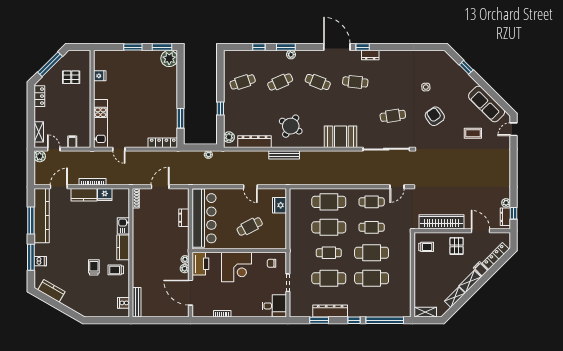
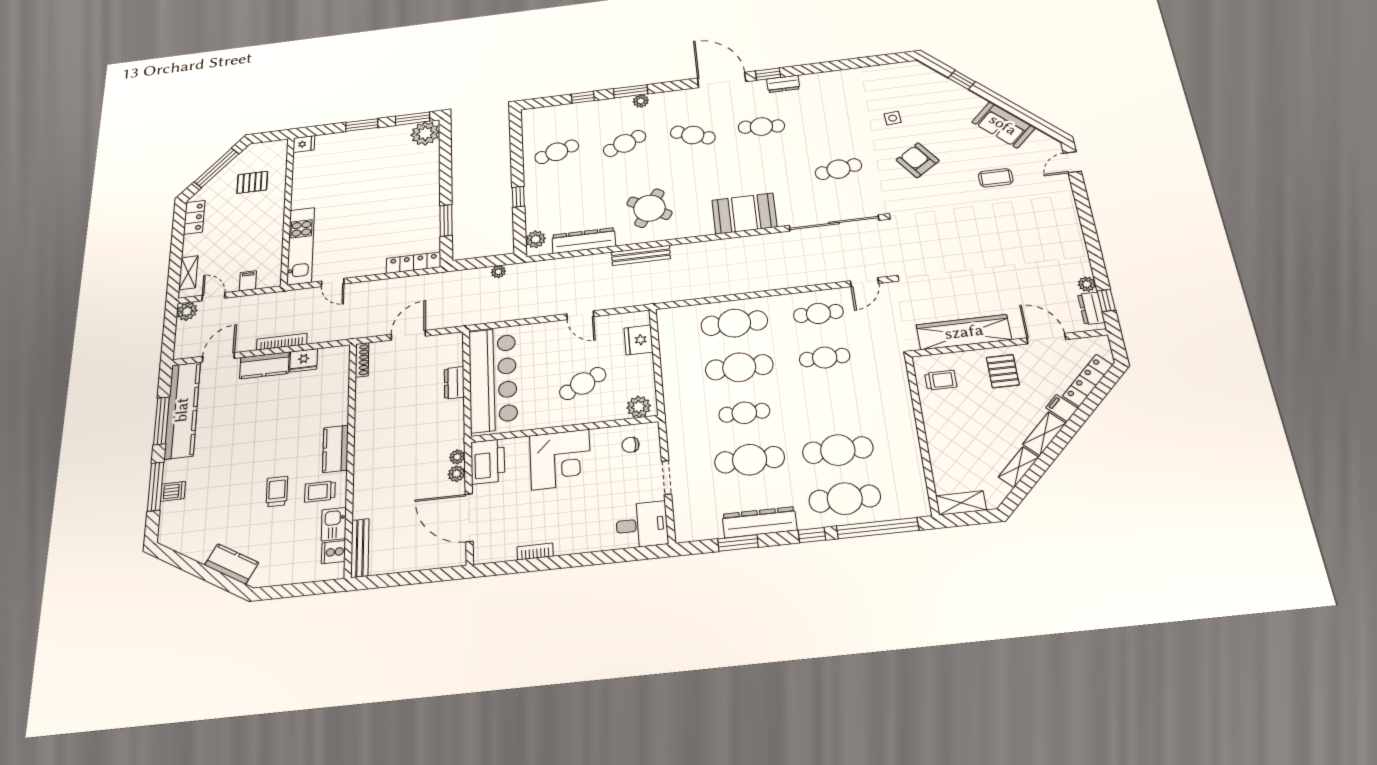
fridge: (100, 76) -> (304, 144), moved
sofa: (487, 104) -> (1003, 125), width x0.73
kitchen sink: (123, 226) -> (334, 524), moved
plant: (277, 243) -> (639, 407), added
cafe table: (372, 253) -> (845, 499), moved
kitchen counter: (51, 291) -> (232, 564), moved

